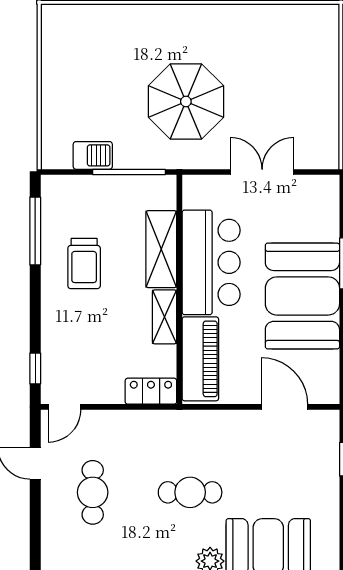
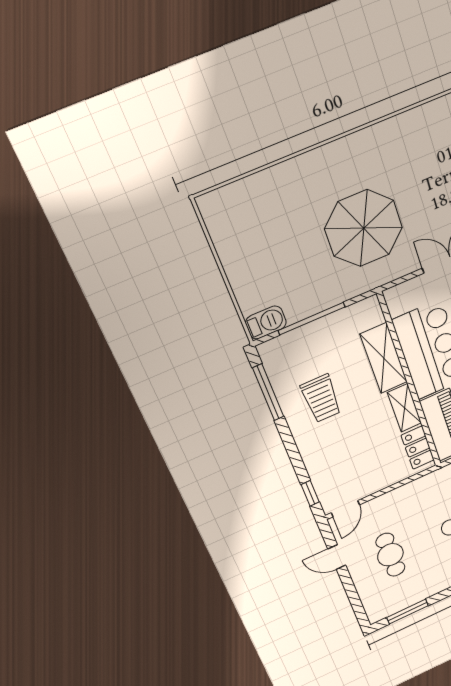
barbecue: (93, 155) -> (266, 322), moved
window: (129, 172) -> (312, 319), moved
locker: (151, 391) -> (418, 448), moved, turned -90

